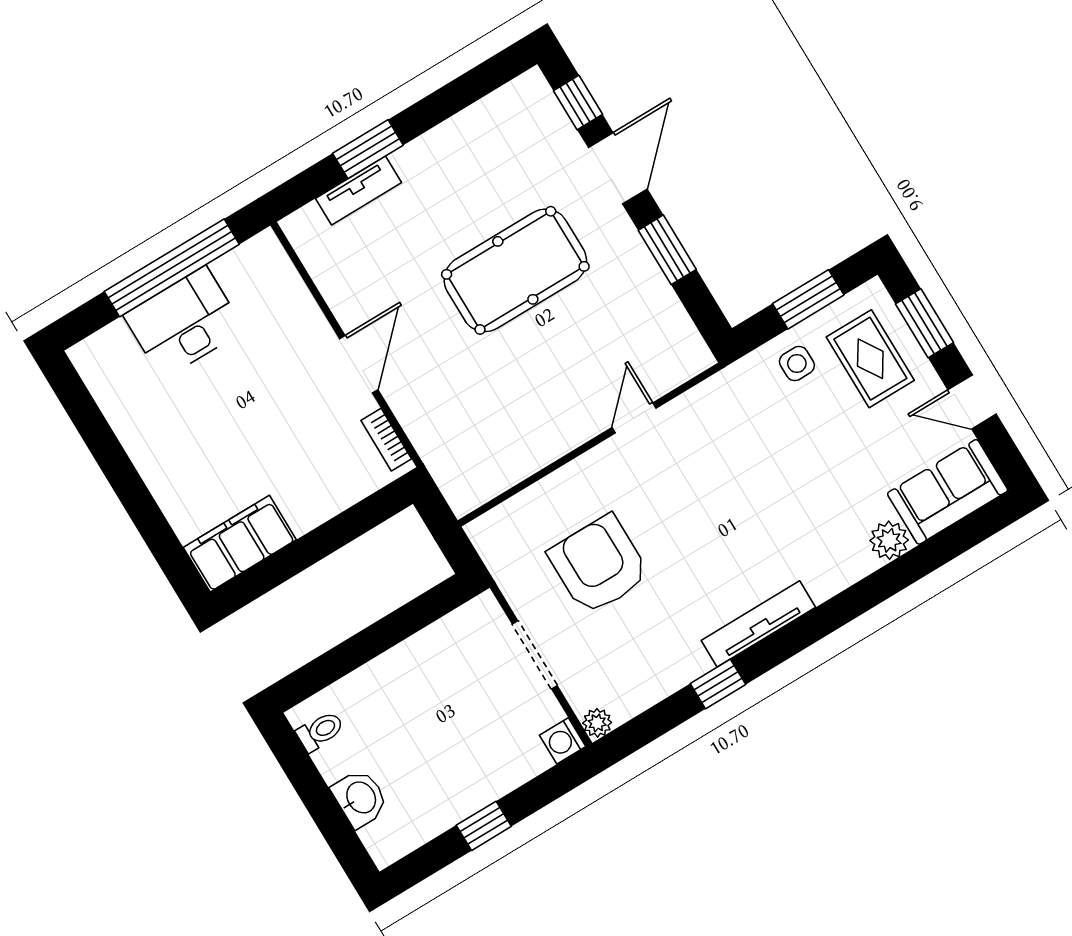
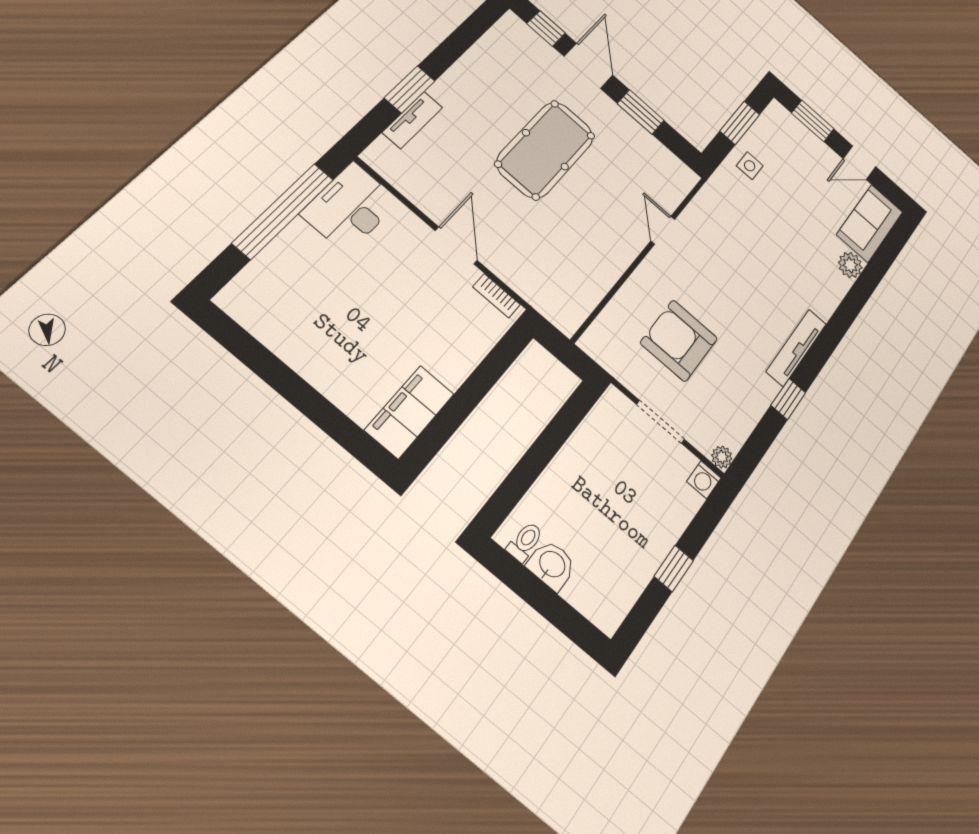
desk: (184, 323) -> (350, 207), moved
rug: (870, 359) -> (791, 151), removed
washbasin: (360, 798) -> (552, 565), moved

